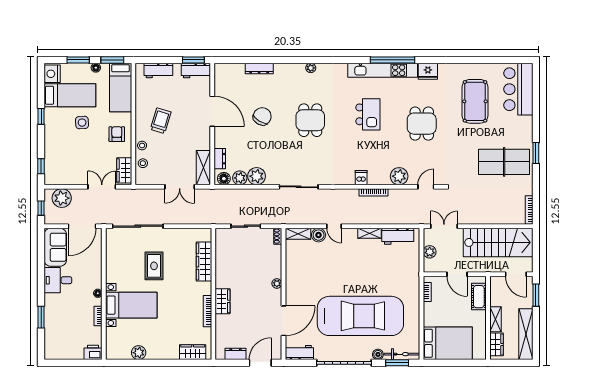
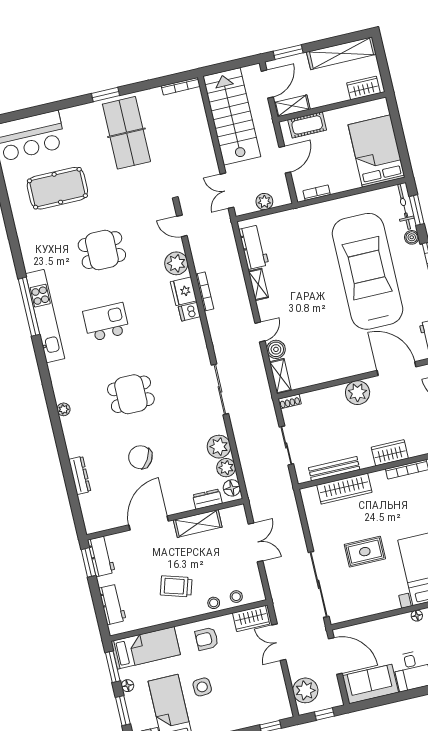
fridge: (428, 71) -> (184, 291), moved, turned 180
shelving: (203, 168) -> (198, 524), moved
bench: (221, 257) -> (334, 469), added
plant: (277, 284) -> (358, 393), width x1.87, depth x1.87
shelving: (495, 319) -> (292, 106), moved

